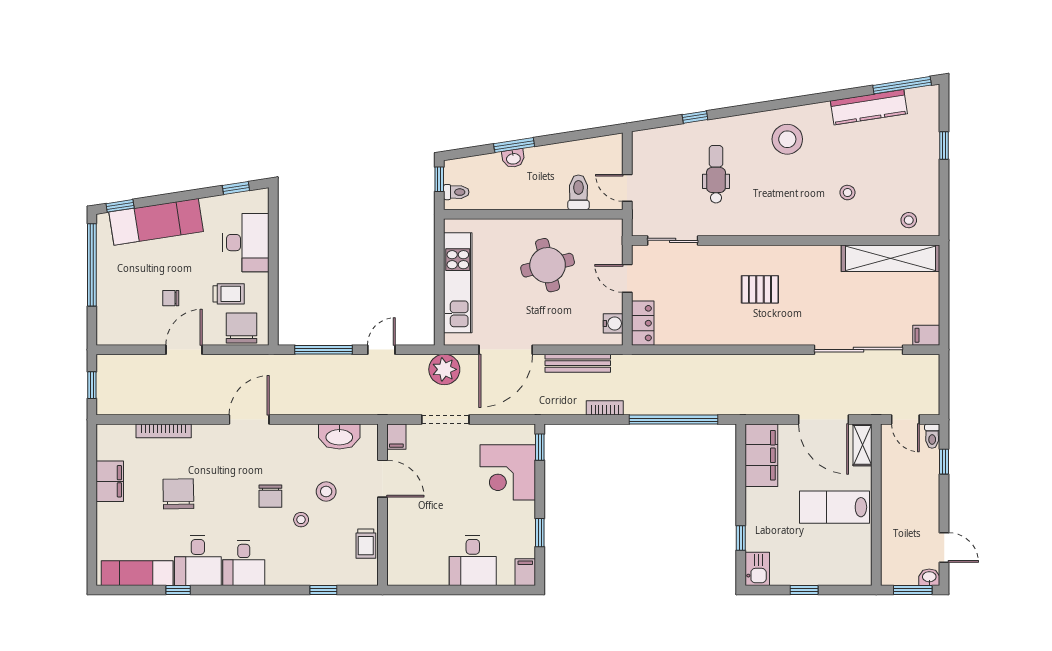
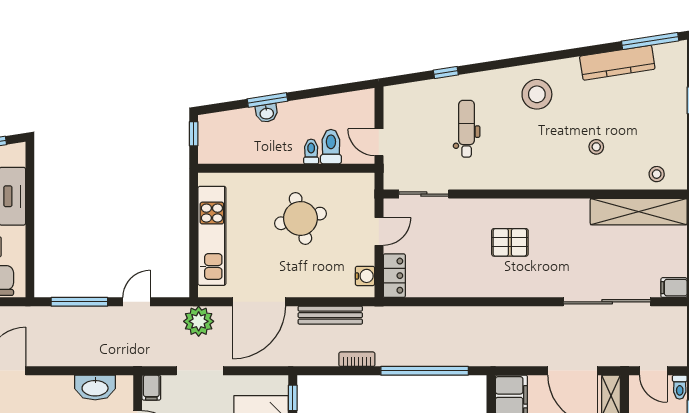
toilet: (456, 192) -> (311, 152), moved, turned -90
door: (627, 278) -> (379, 232), swing flipped

